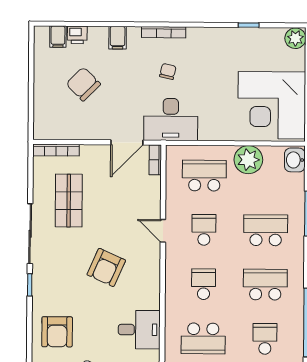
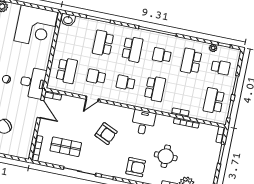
plant: (248, 160) -> (63, 45), removed
school desk: (204, 176) -> (67, 71), turned 180
school desk: (265, 285) -> (132, 49), turned 180

